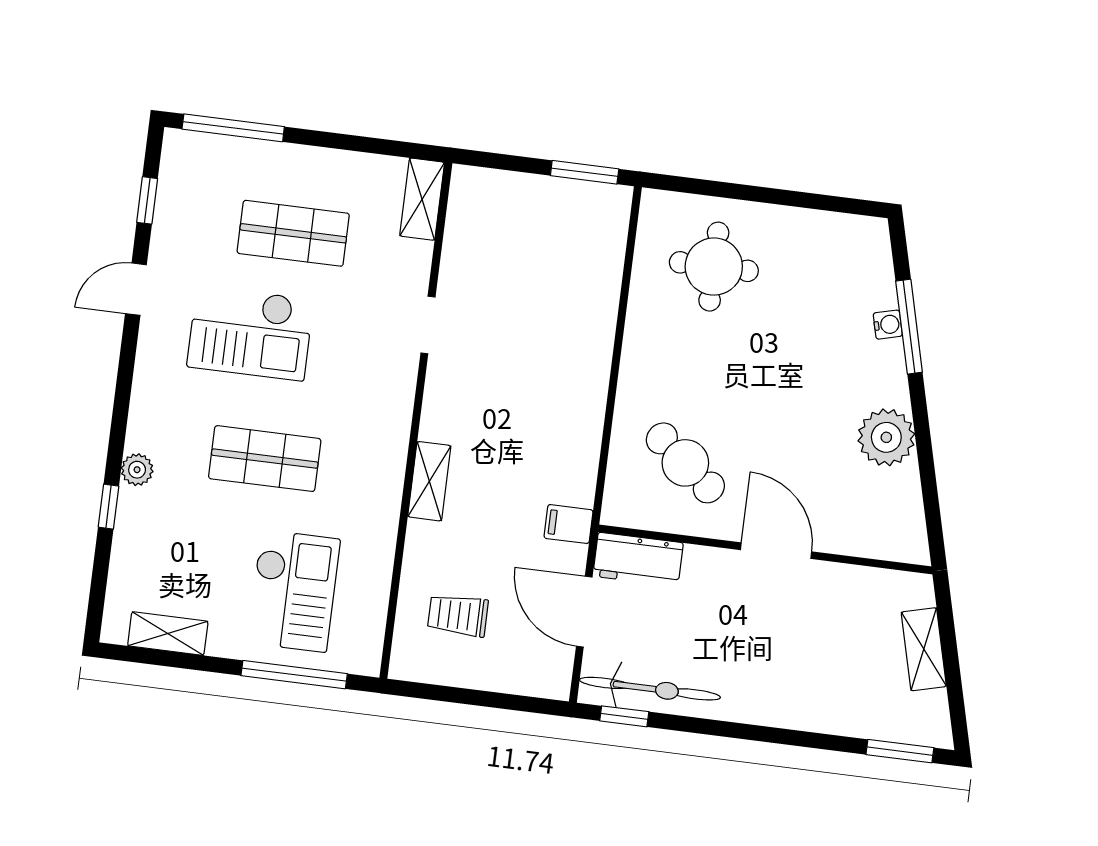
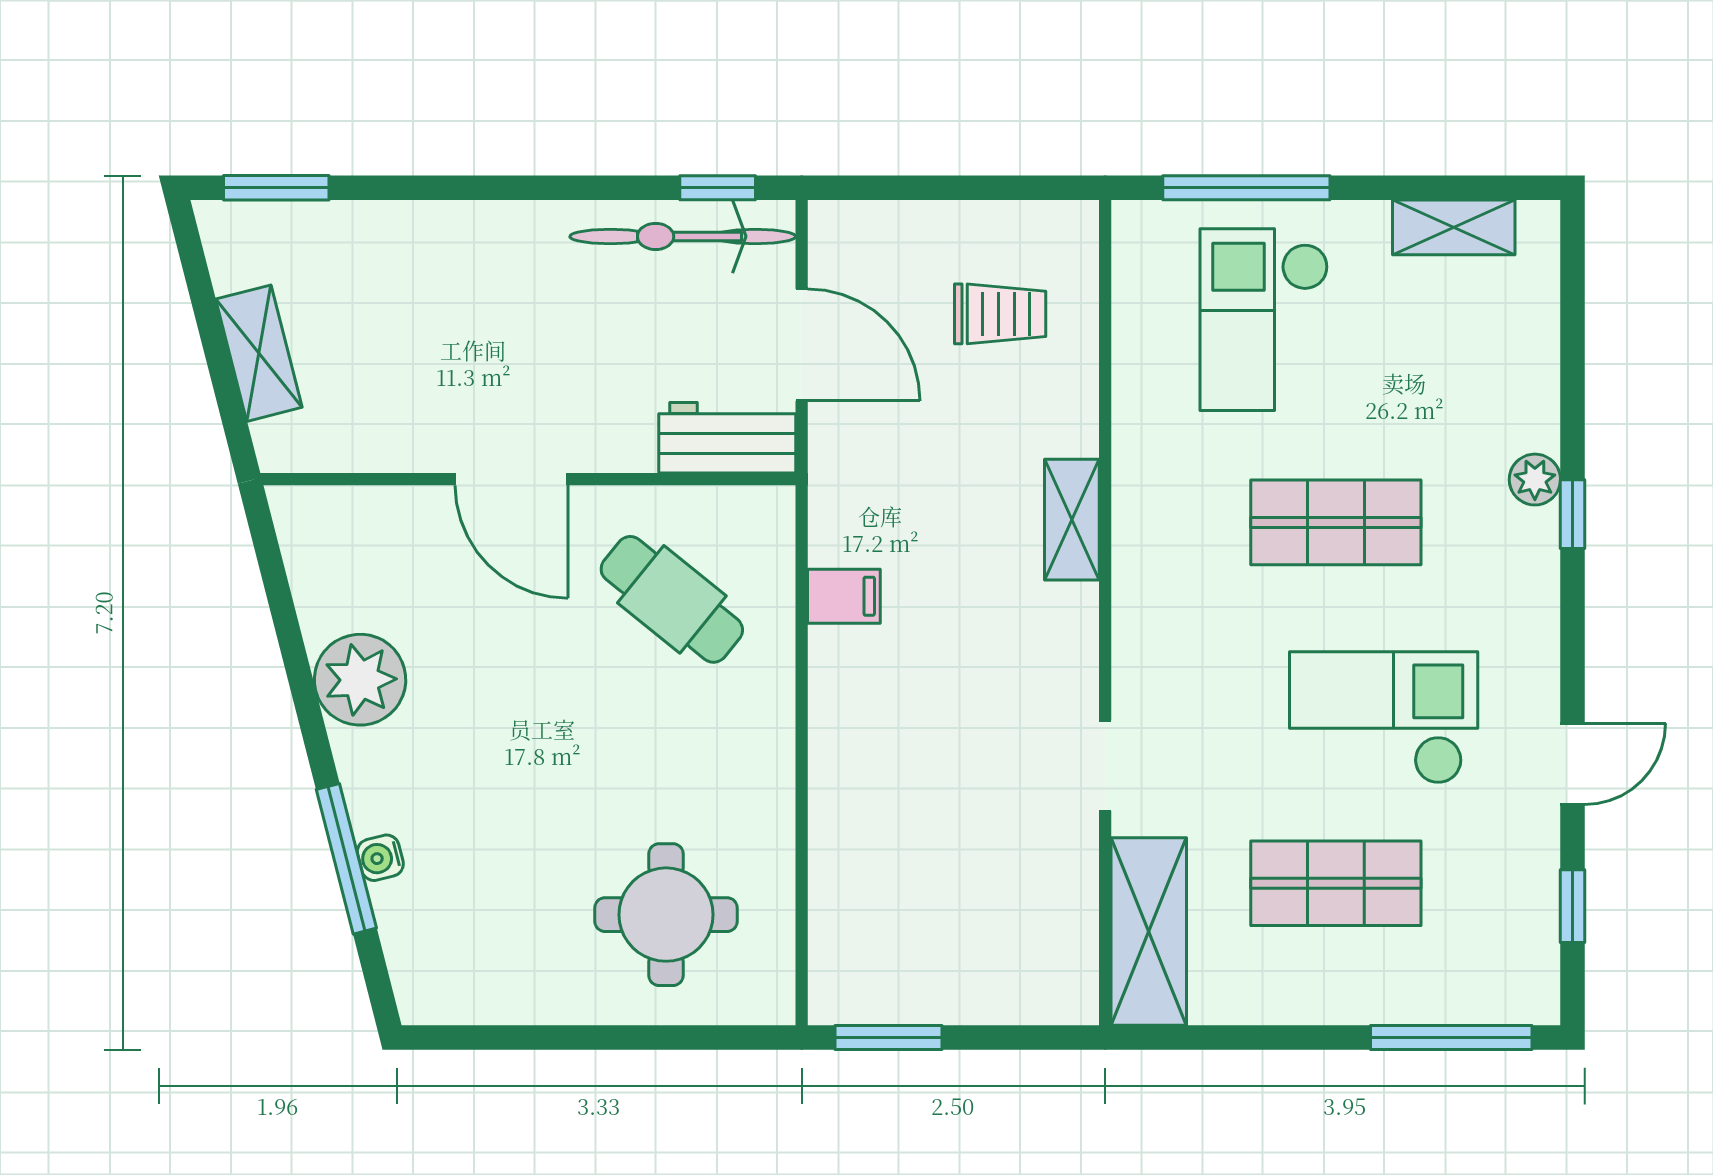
shelving: (422, 199) -> (1149, 931), width x1.50, depth x1.33
window: (108, 507) -> (1573, 514), moved
filing cabinet: (568, 524) -> (844, 596), moved

